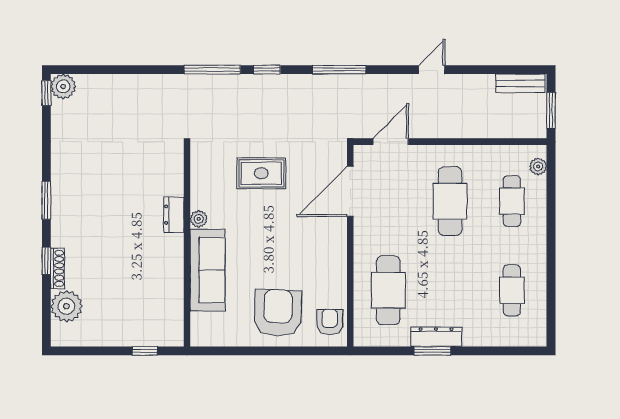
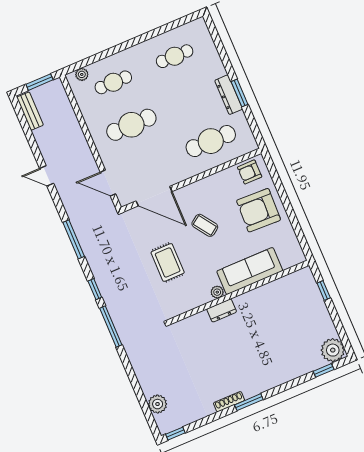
plant: (63, 86) -> (158, 404), moved
coffee table: (288, 239) -> (205, 225), added
window: (46, 261) -> (324, 370), moved
shoe rack: (58, 268) -> (229, 402), moved
plant: (67, 306) -> (333, 350), moved

